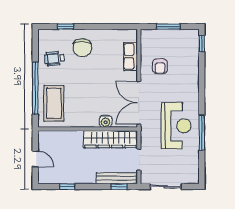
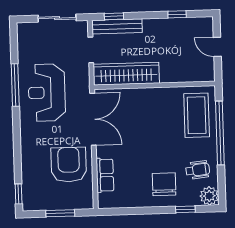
plant: (46, 37) -> (209, 196), added
armchair: (160, 66) -> (69, 165), width x1.88, depth x1.88
water cooler: (106, 121) -> (133, 95), removed

